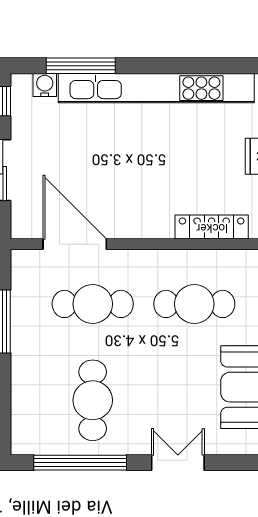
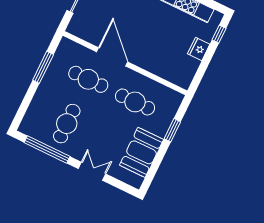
locker: (212, 227) -> (160, 70), removed
door: (75, 244) -> (112, 57), moved

